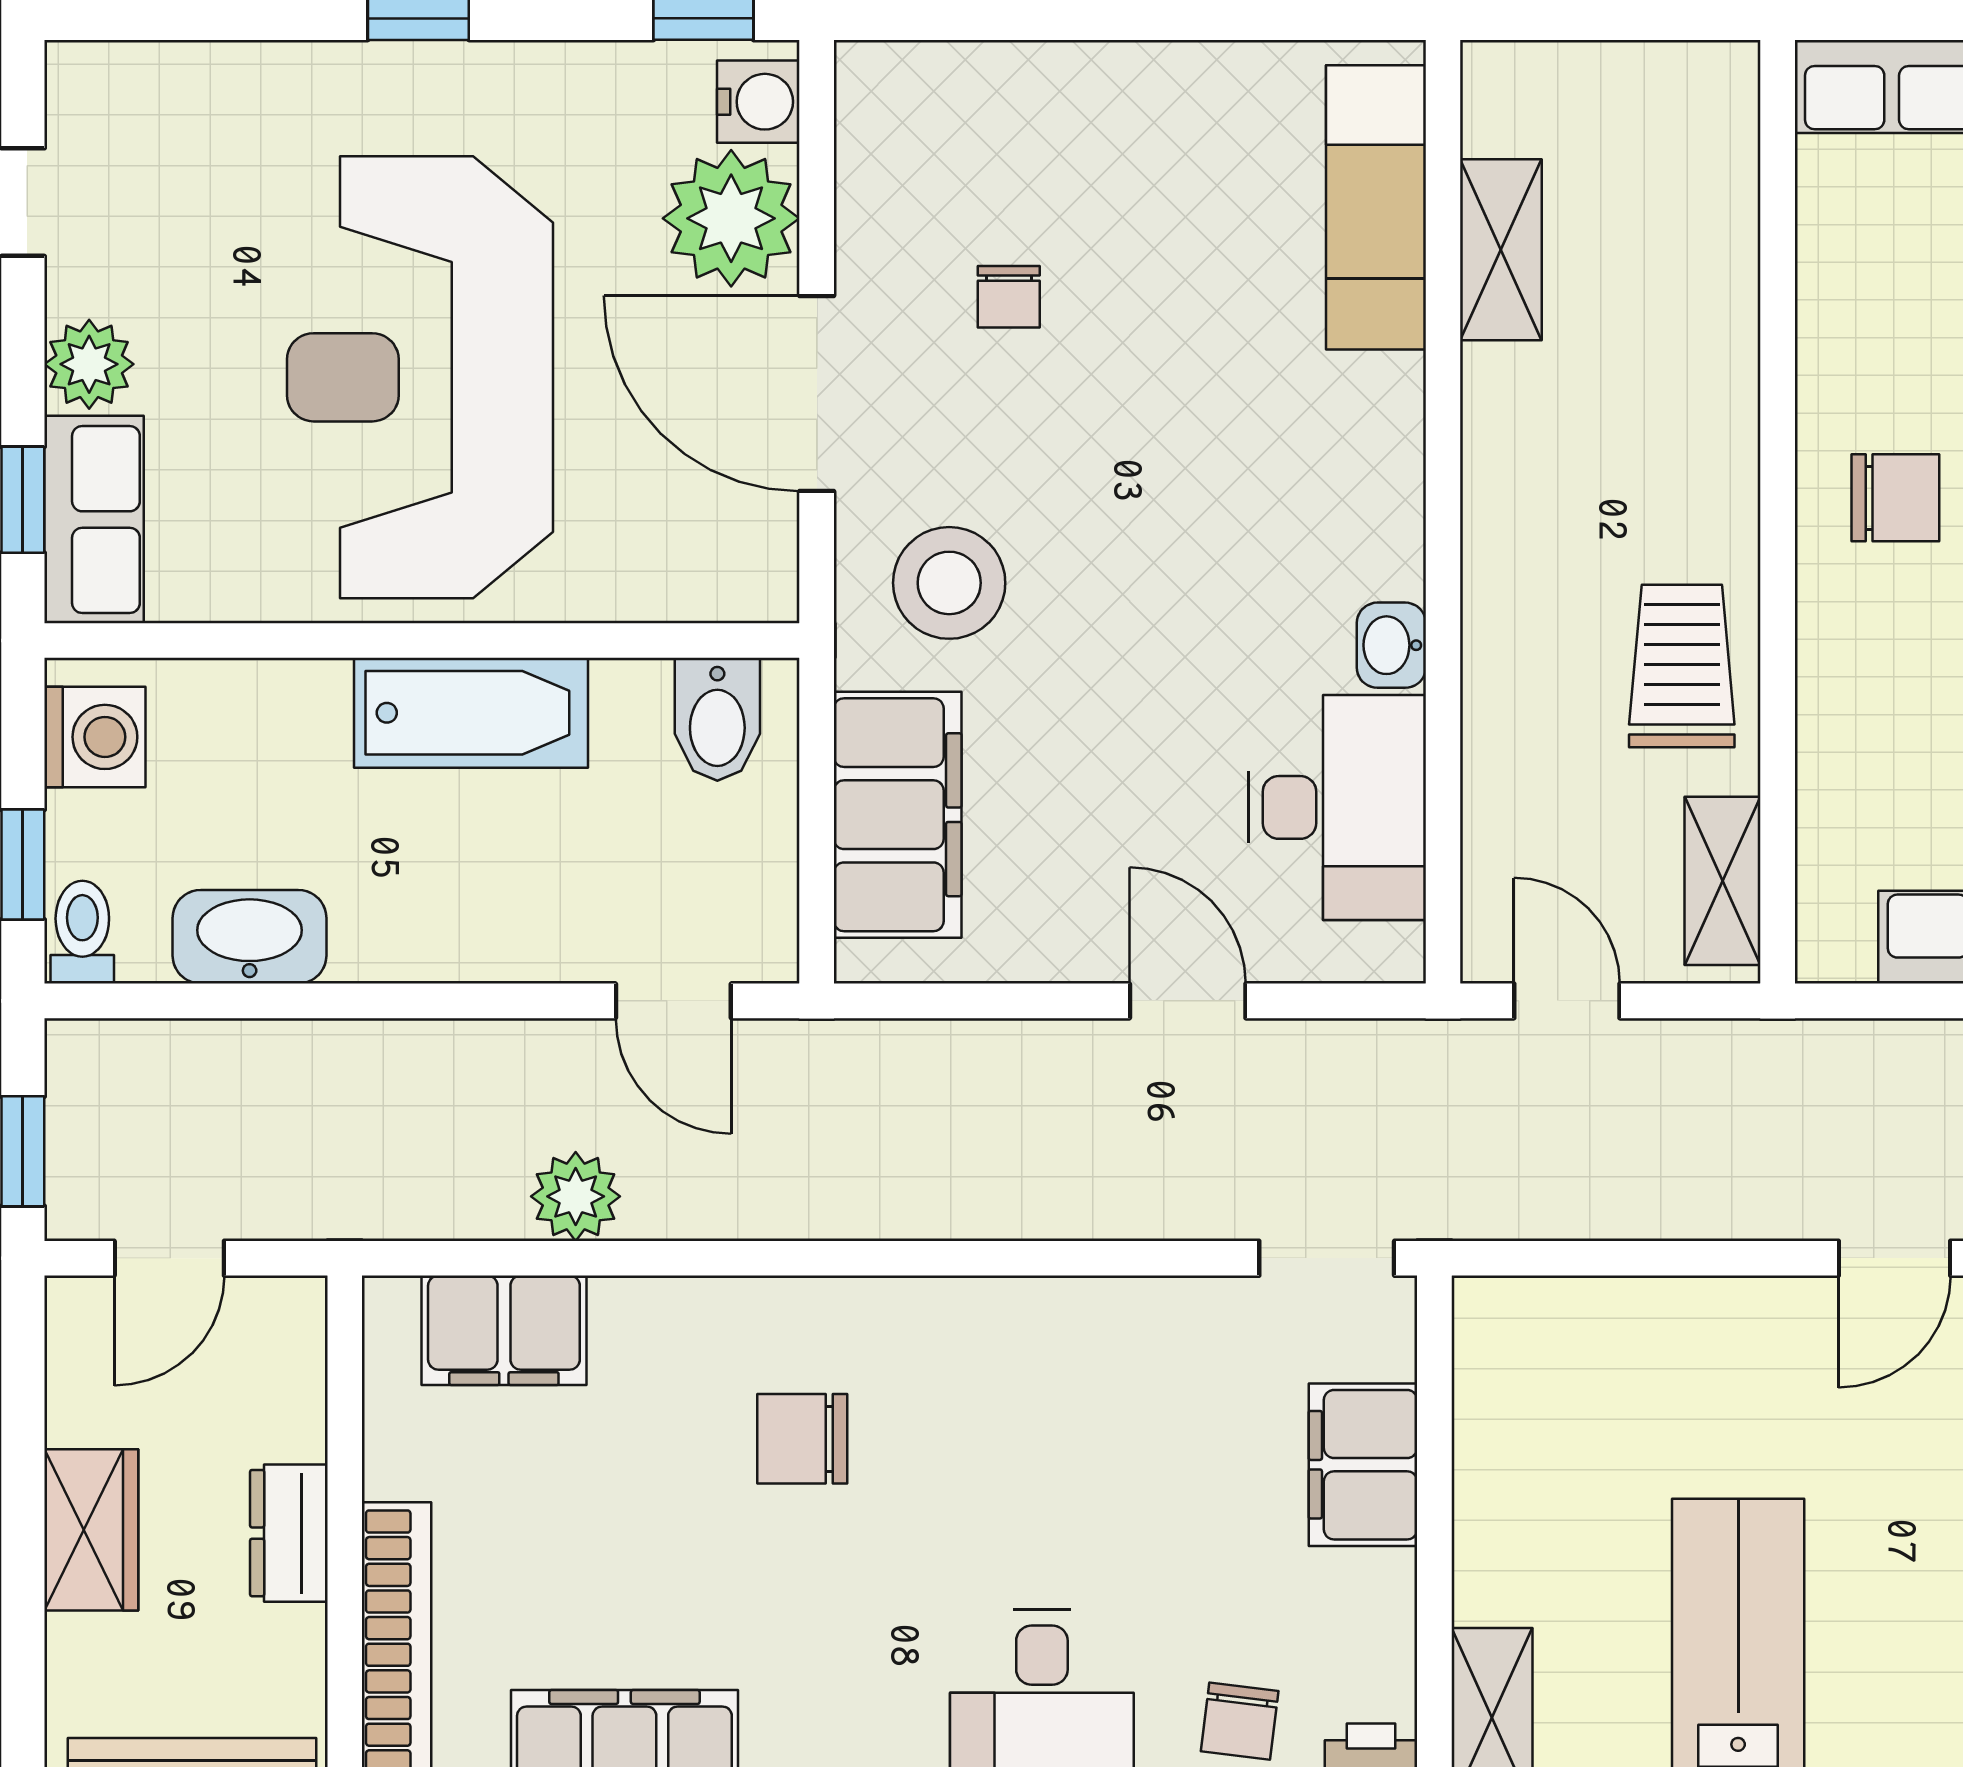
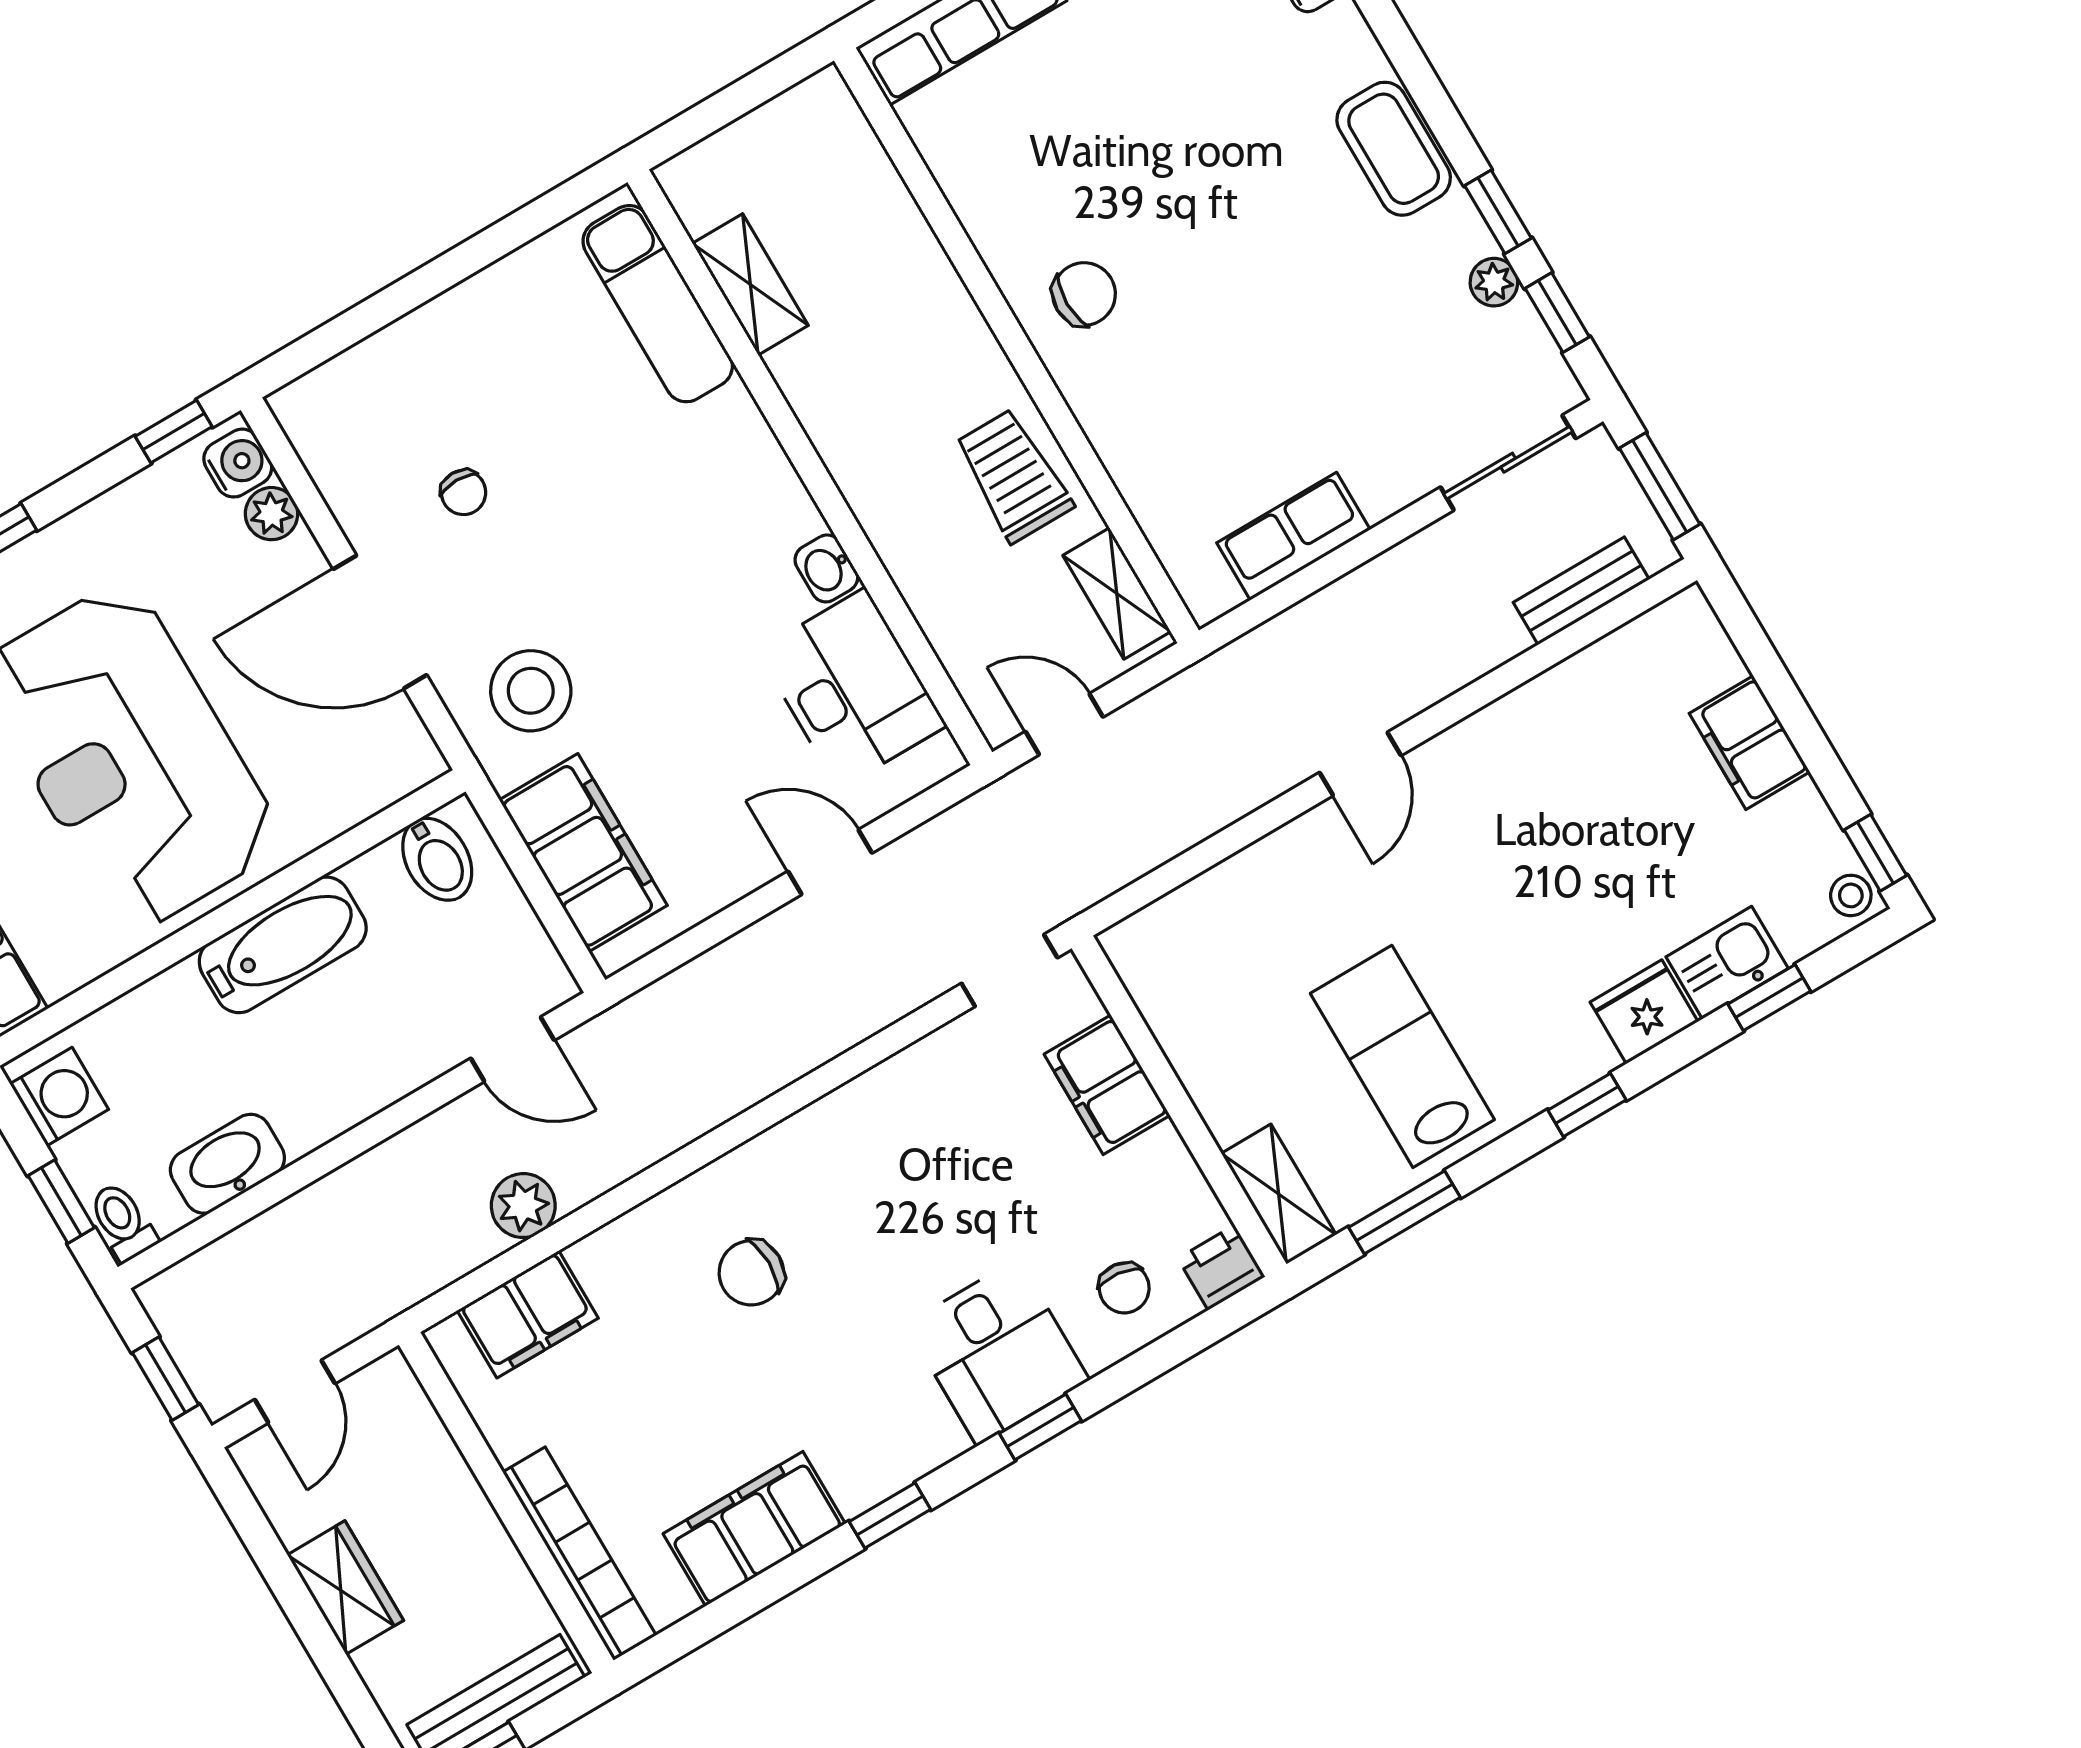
plant: (731, 218) -> (272, 514), width x0.53, depth x0.53
dresser: (289, 1533) -> (469, 1518), removed

